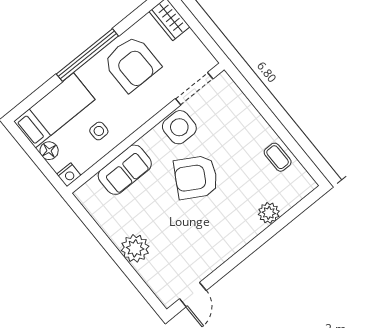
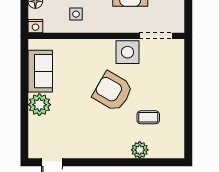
coffee table: (278, 157) -> (148, 117), moved, turned 90
sofa: (125, 170) -> (40, 71), moved, turned -90

